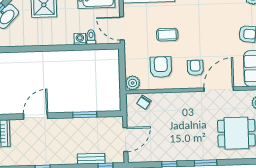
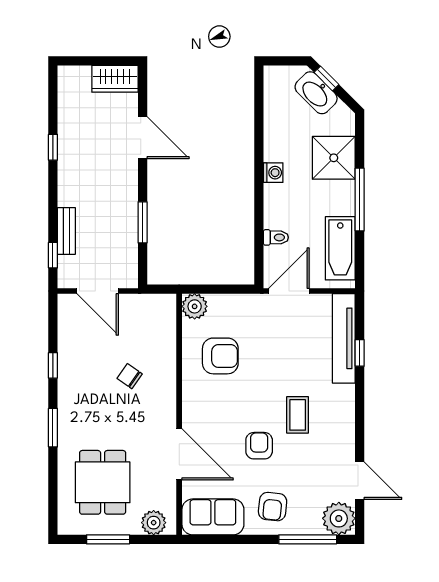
coffee table: (167, 35) -> (298, 415), moved
washing machine: (80, 39) -> (273, 173), moved
armchair: (195, 68) -> (259, 446), moved, turned -90
chair: (144, 102) -> (130, 376), moved

